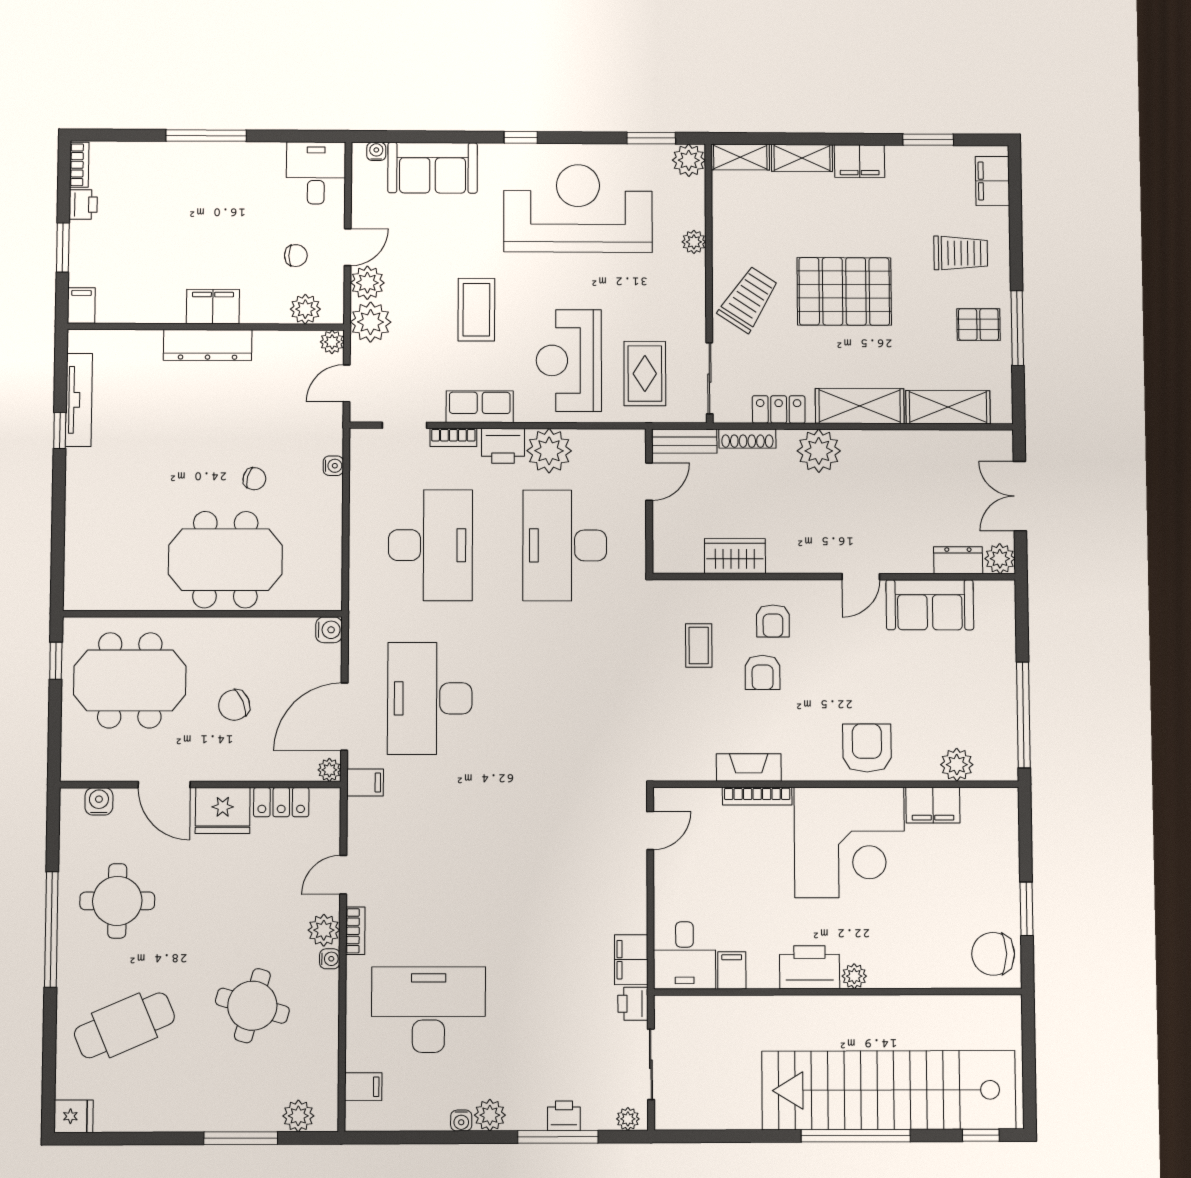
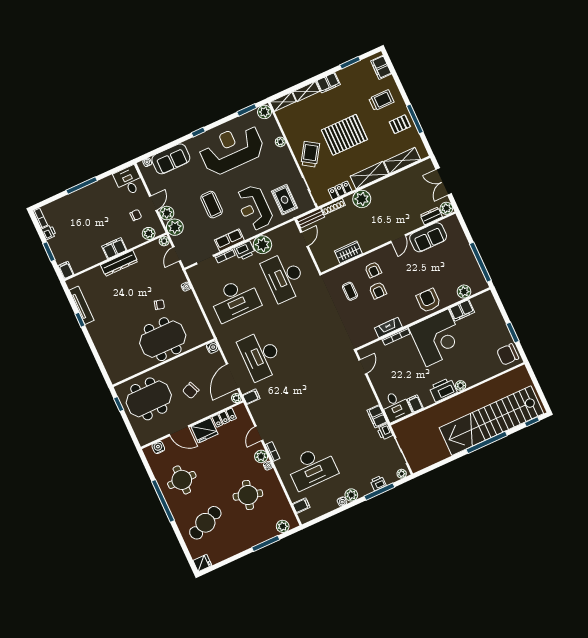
desk: (430, 545) -> (235, 299), turned 90
desk: (428, 1010) -> (312, 468), turned 180

